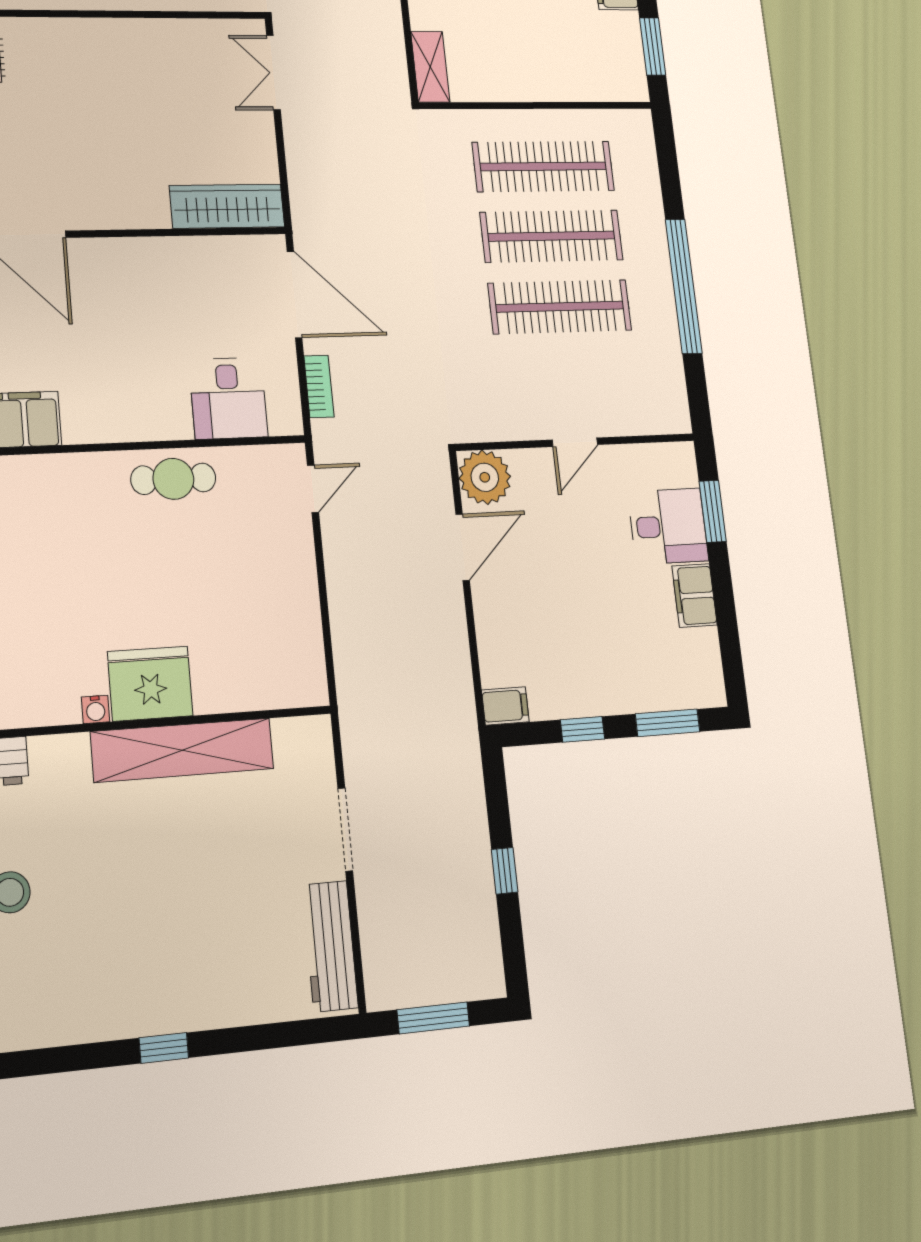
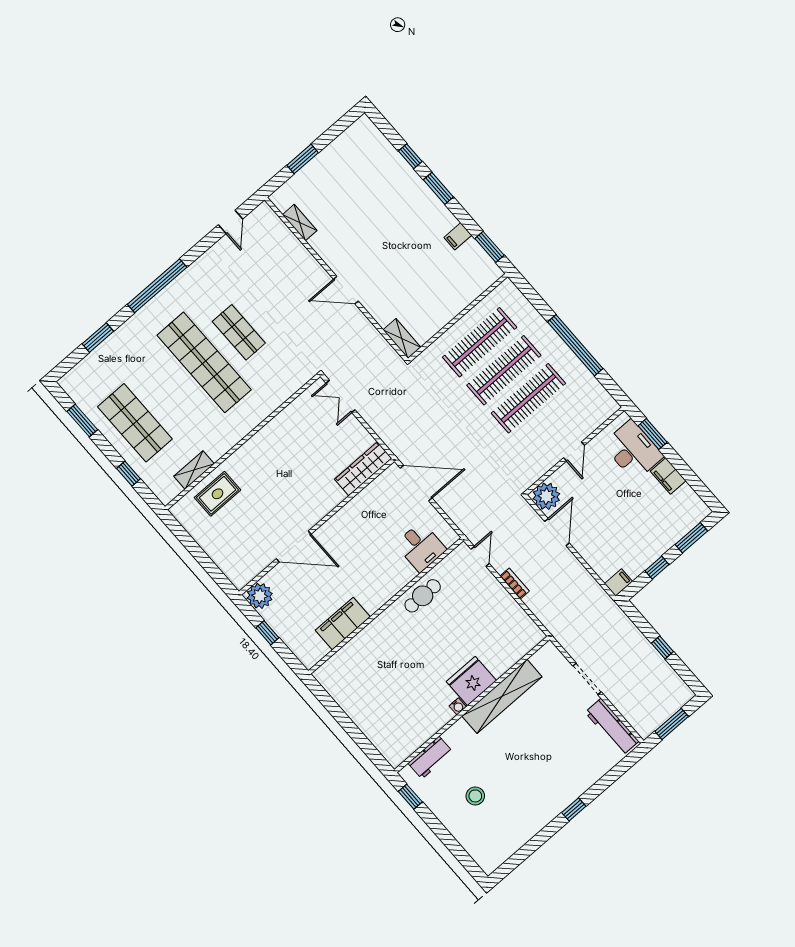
bookcase: (319, 386) -> (515, 584), moved
desk: (668, 526) -> (633, 450), width x1.37

